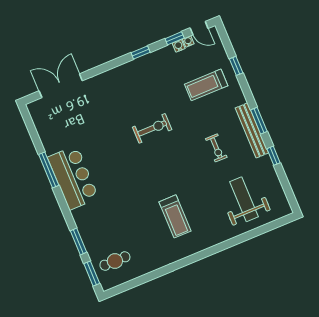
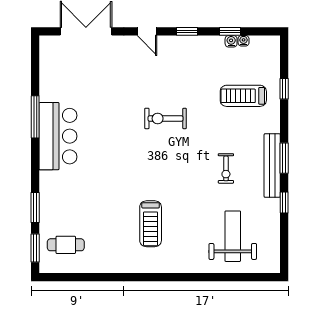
door: (199, 28) -> (147, 31), moved
exercise bike: (152, 128) -> (165, 118), turned 180

